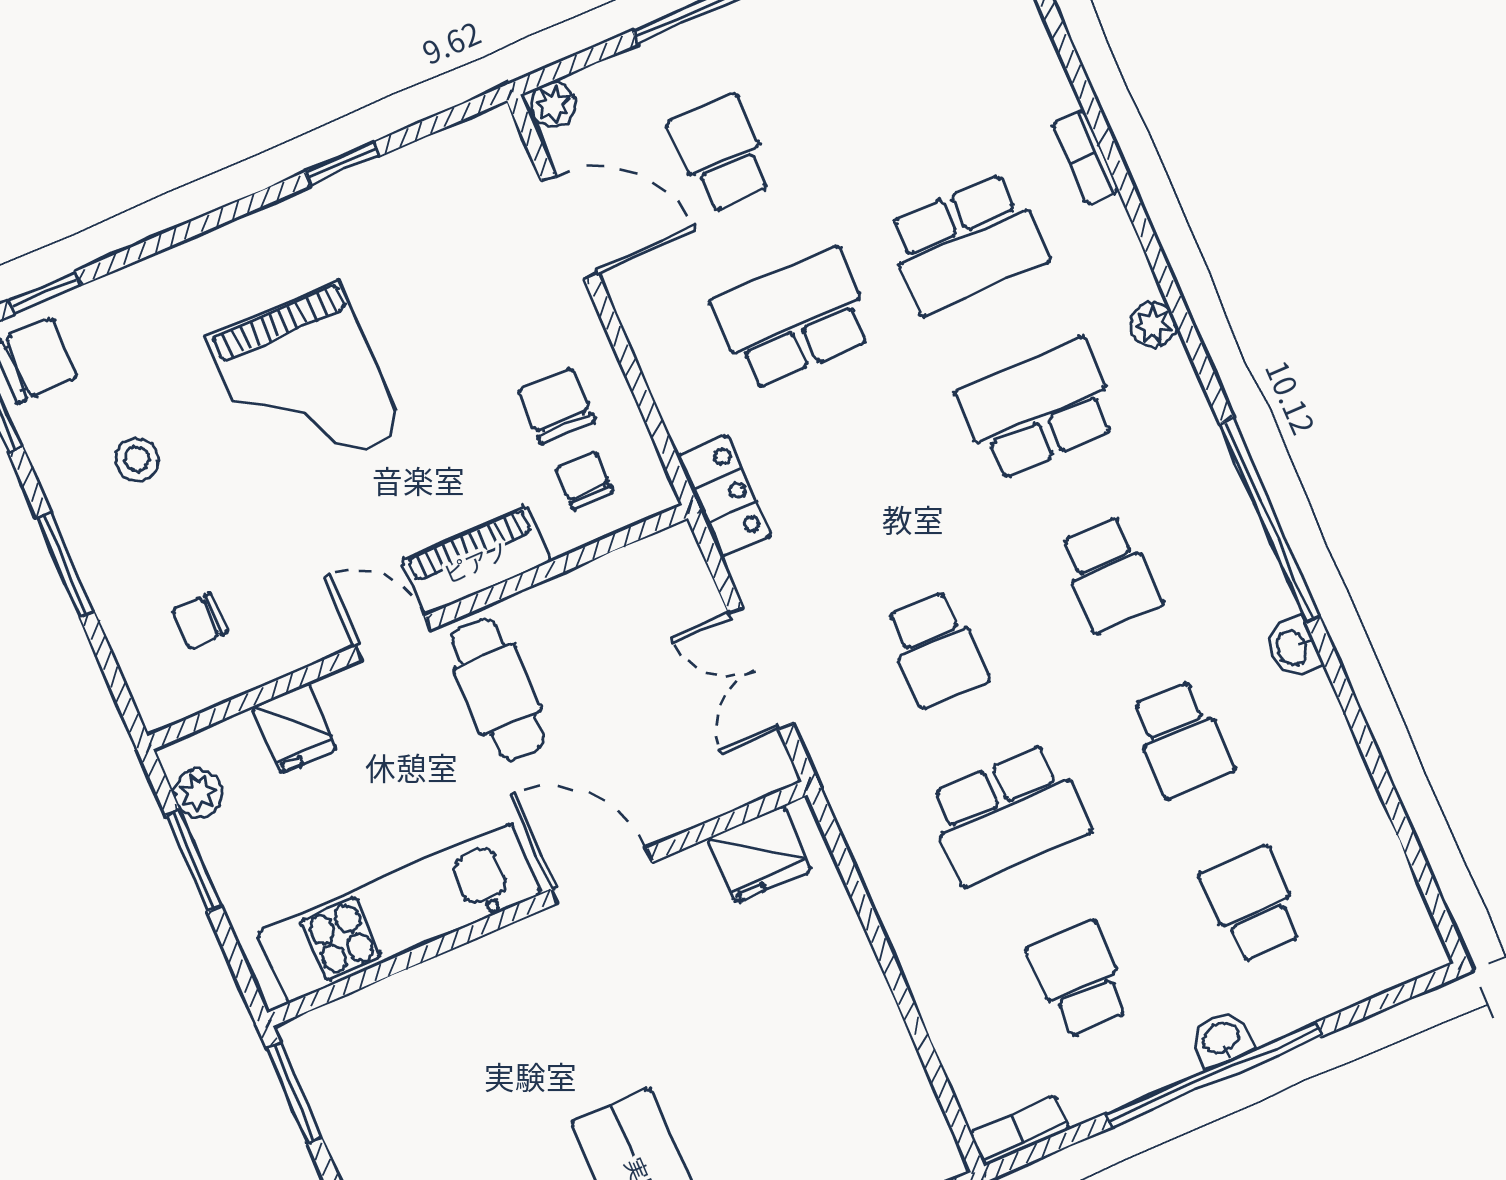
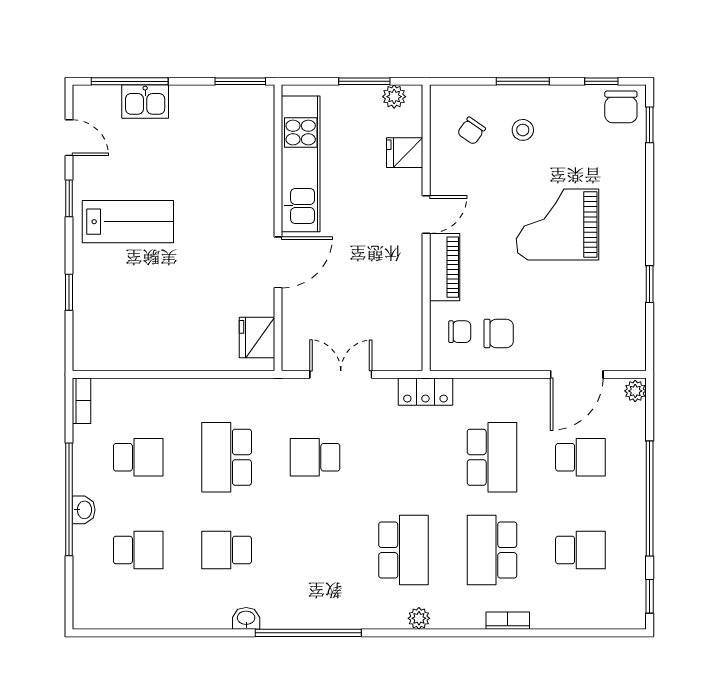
stool: (137, 459) -> (523, 130), moved
school desk: (1109, 574) -> (580, 550), moved, turned 180
chair: (200, 621) -> (471, 131), turned -145
cafe table: (498, 689) -> (382, 252), removed

